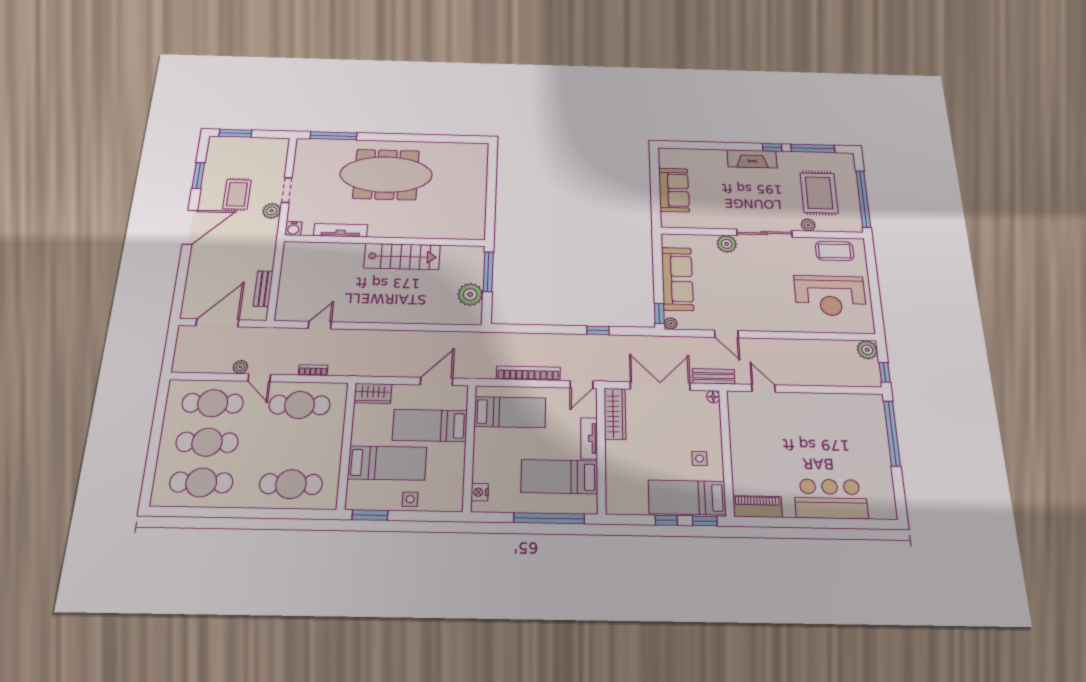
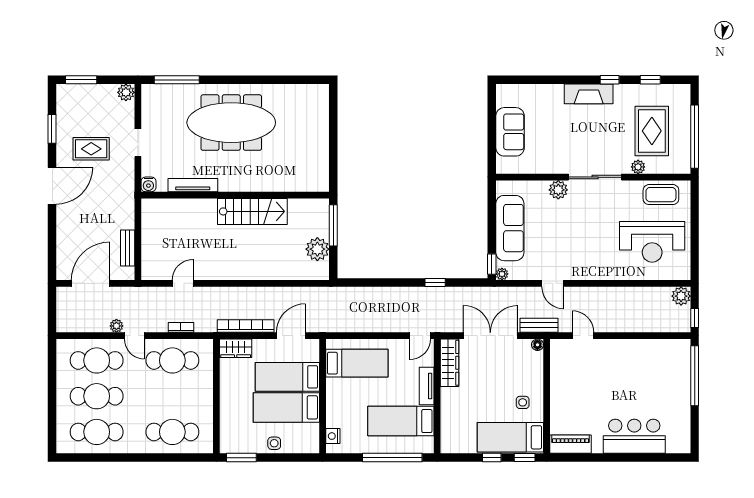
window: (813, 148) -> (650, 80), width x0.46
rug: (237, 194) -> (91, 149), turned 90
plant: (272, 211) -> (126, 92), moved
bookcase: (528, 373) -> (246, 326), moved
bed: (387, 463) -> (286, 407), moved, turned 180

